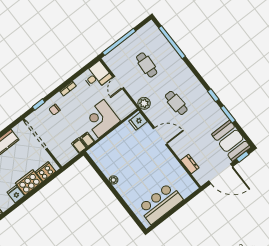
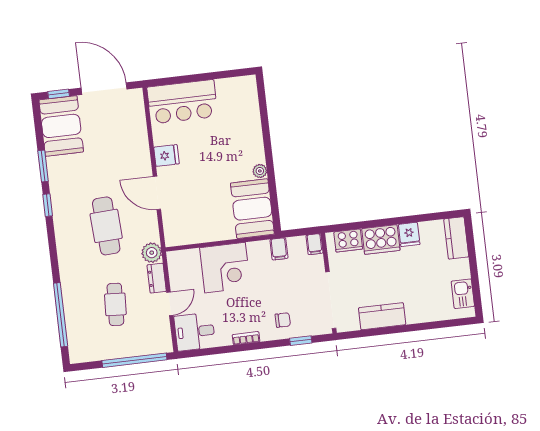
cafe table: (176, 103) -> (106, 226), width x1.37, depth x1.35
fridge: (138, 121) -> (166, 156), moved
filing cabinet: (87, 139) -> (315, 244), moved
booth: (106, 158) -> (252, 209), added
dresser: (190, 164) -> (157, 278), moved
bar counter: (160, 203) -> (182, 102), moved

